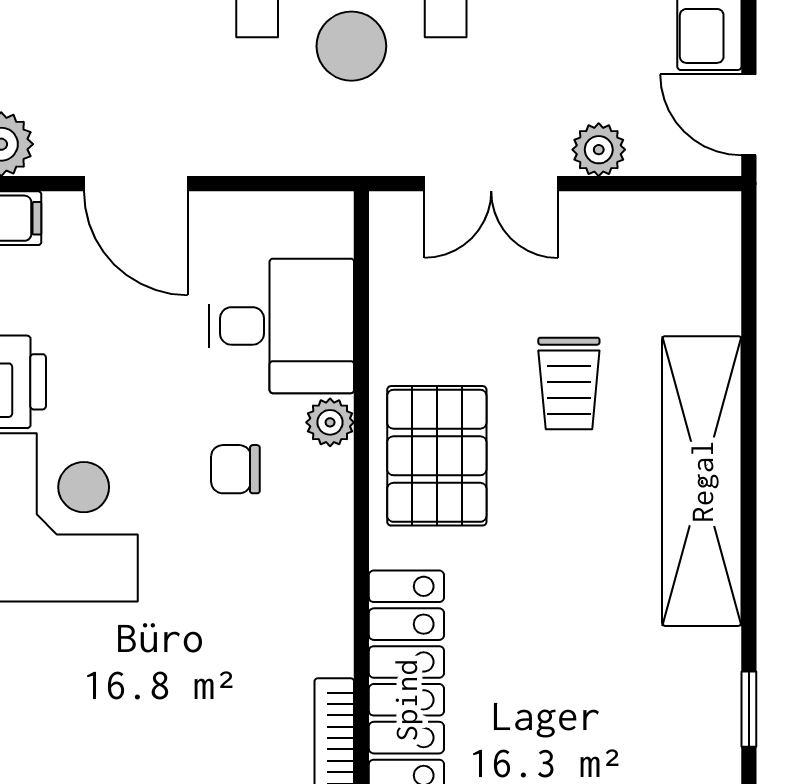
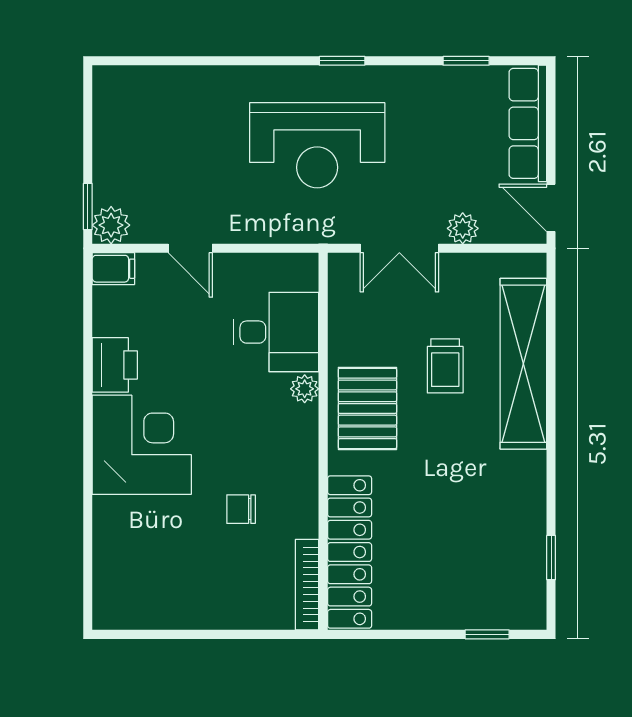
door: (136, 184) -> (190, 248), width x0.73
chair: (235, 469) -> (241, 509), moved
shelving: (702, 481) -> (523, 364), moved

